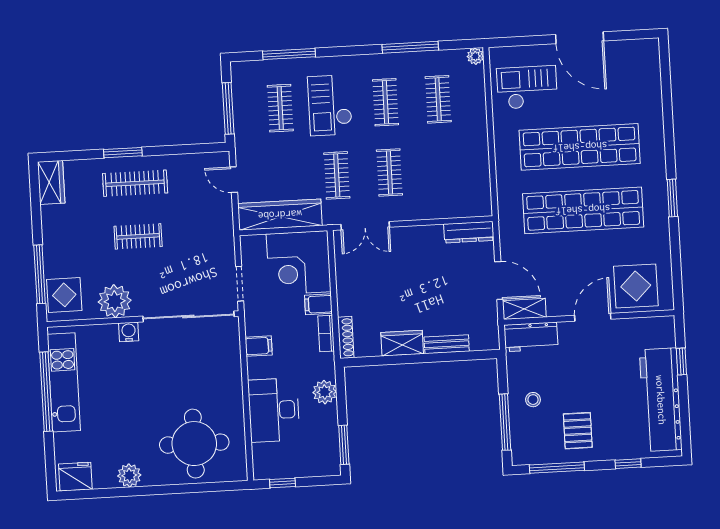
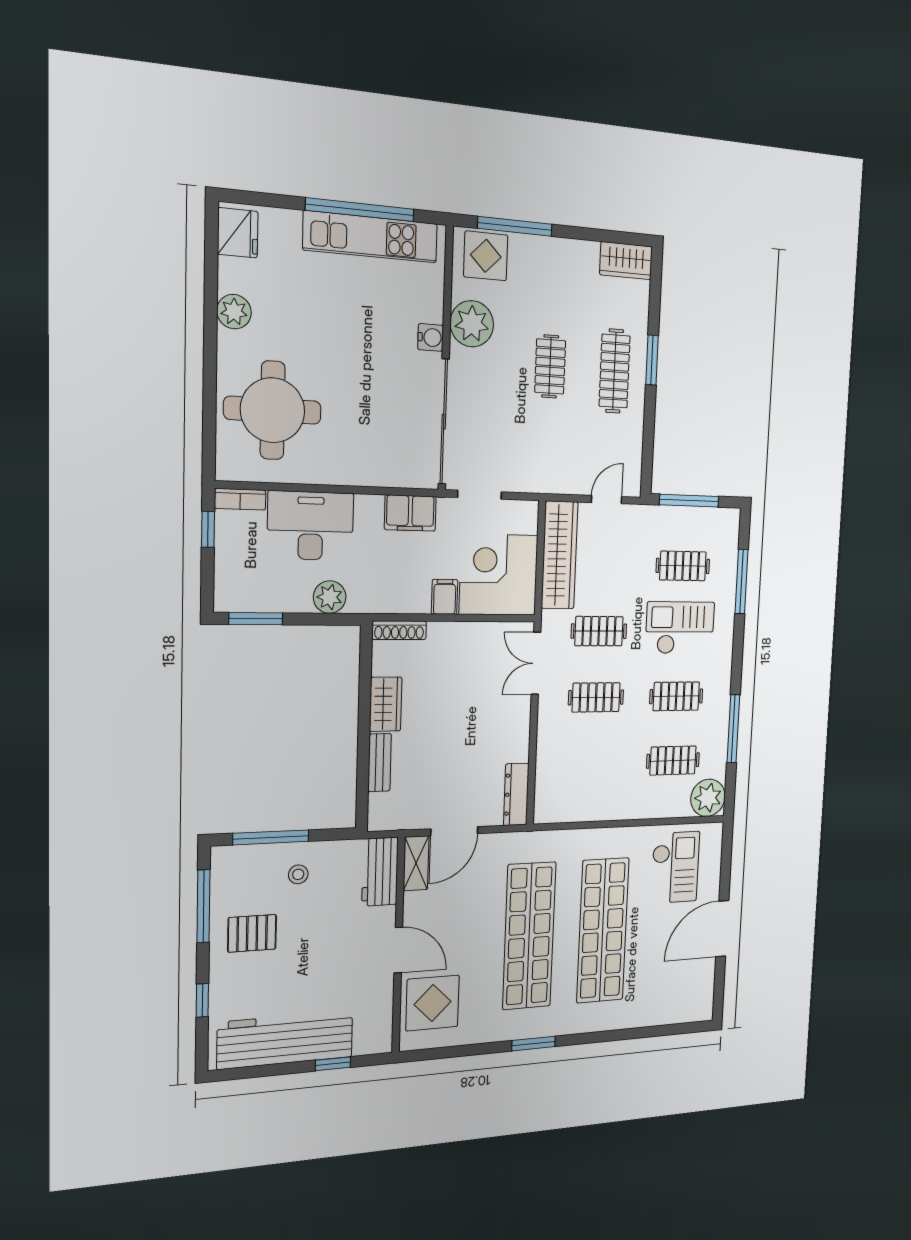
plant: (475, 56) -> (708, 798), width x1.88, depth x1.88
bookcase: (326, 334) -> (240, 499), moved, turned 180
filing cabinet: (259, 346) -> (410, 513), width x2.00

